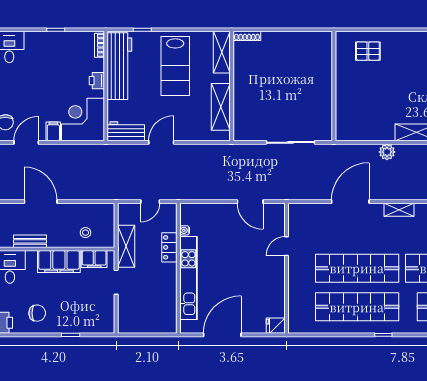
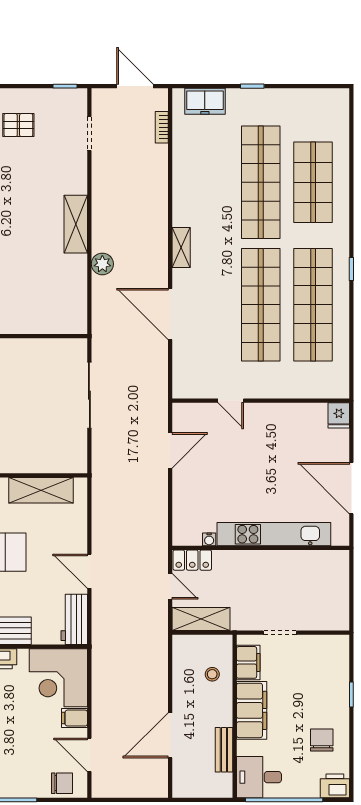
shelving: (126, 246) -> (201, 619), moved
locker: (169, 247) -> (192, 560), moved

